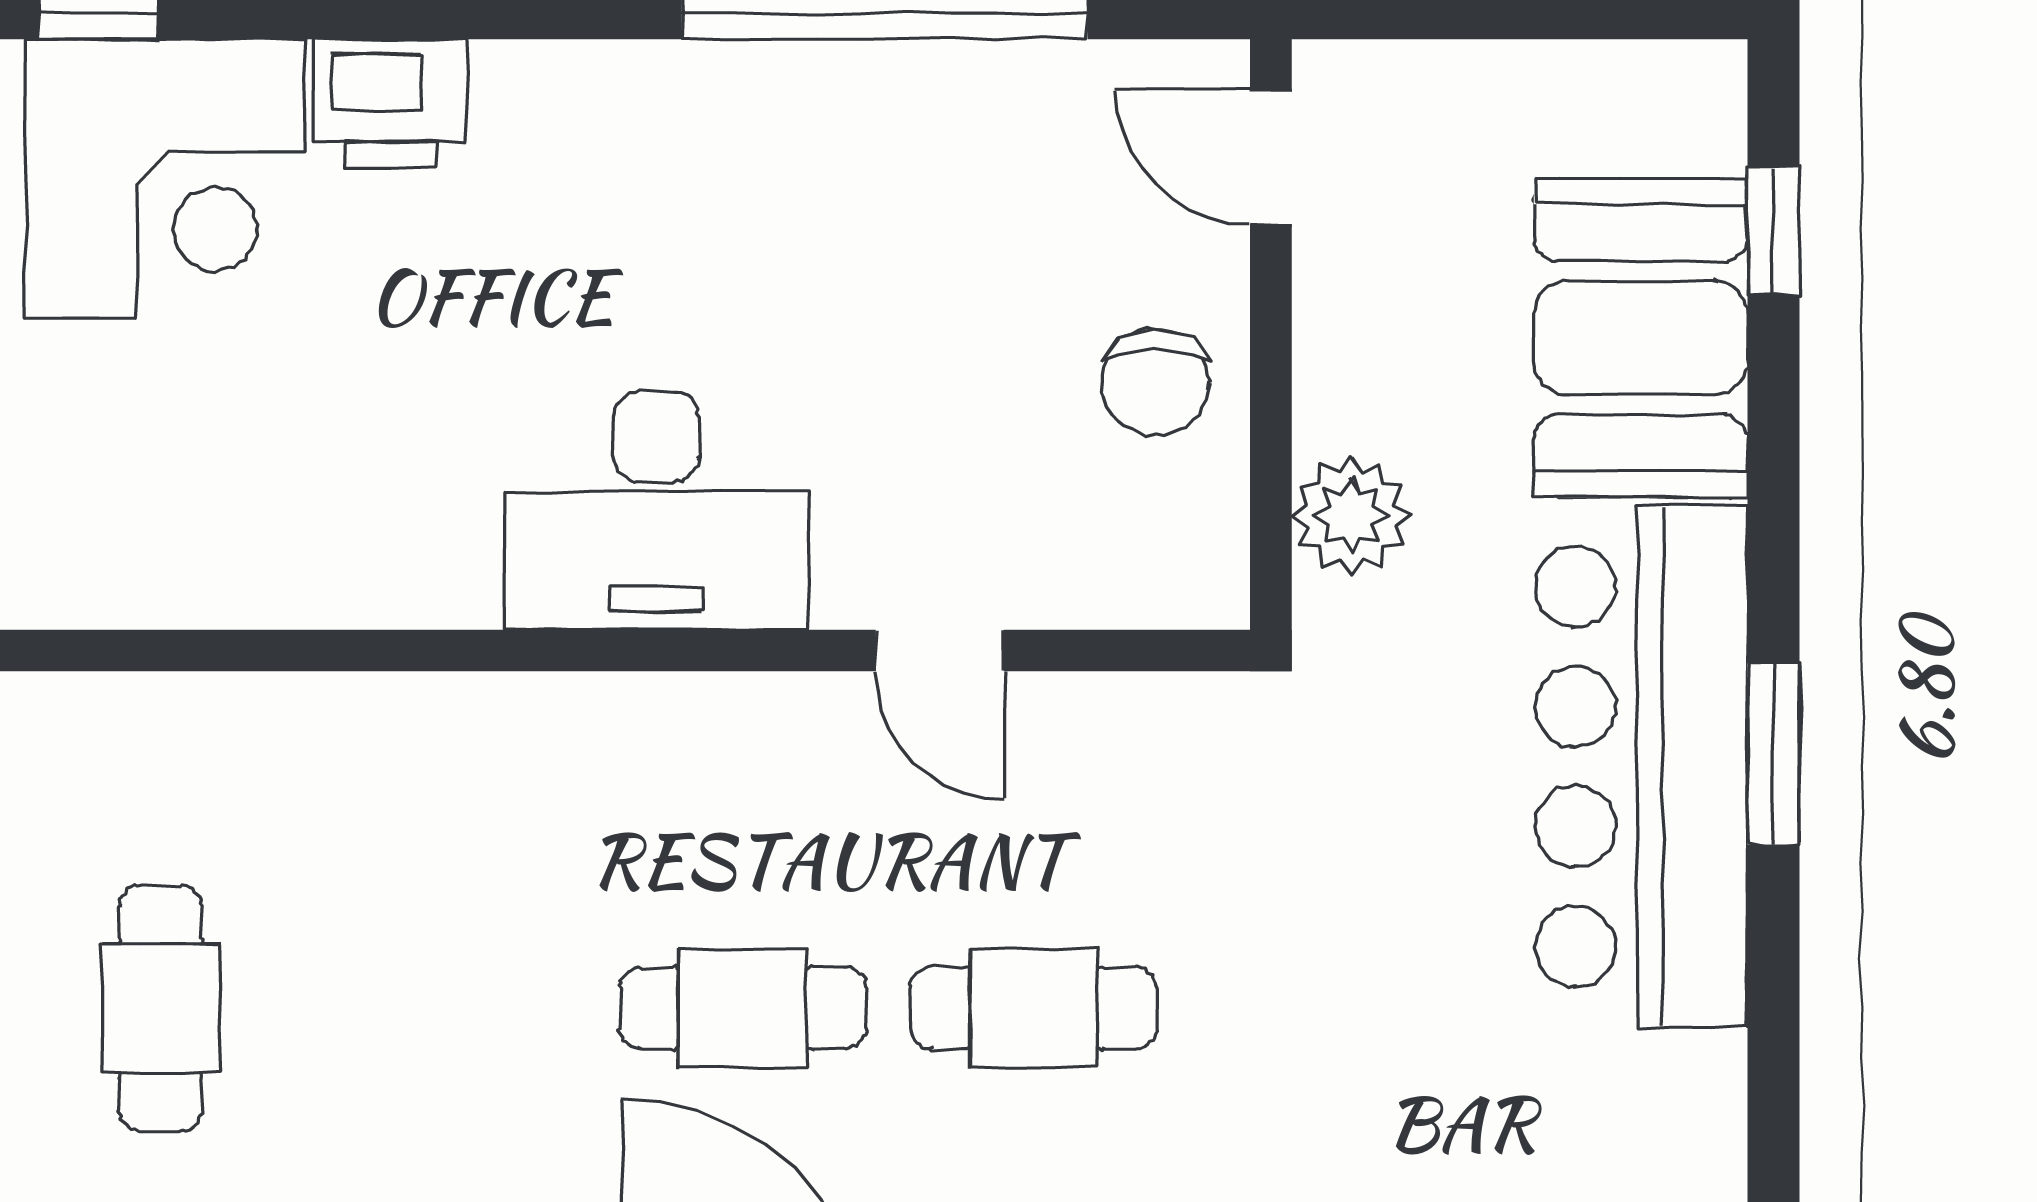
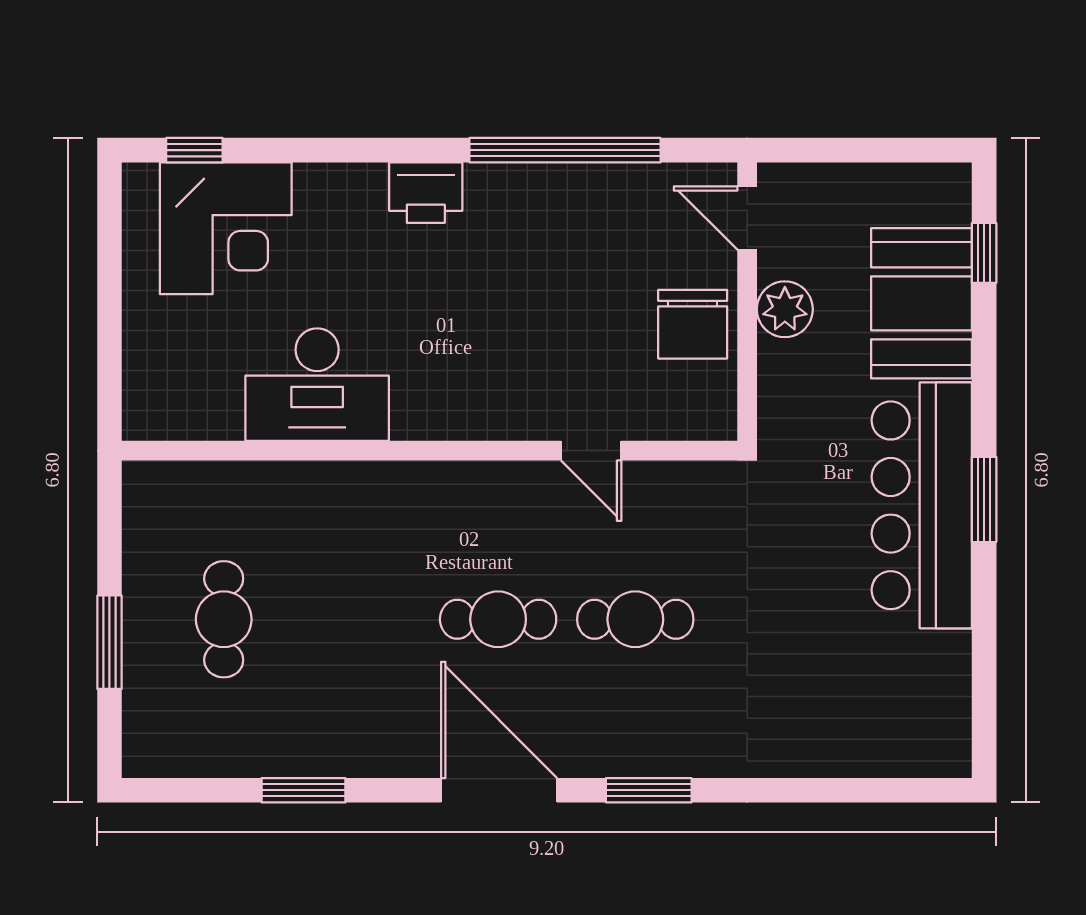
printer: (391, 103) -> (426, 193), moved
chair: (1155, 382) -> (693, 324), width x1.37, depth x1.37
desk: (656, 510) -> (317, 385), moved
plant: (1351, 516) -> (785, 309), moved

